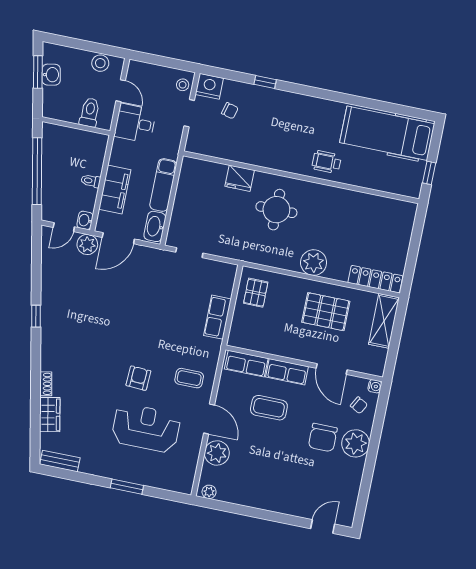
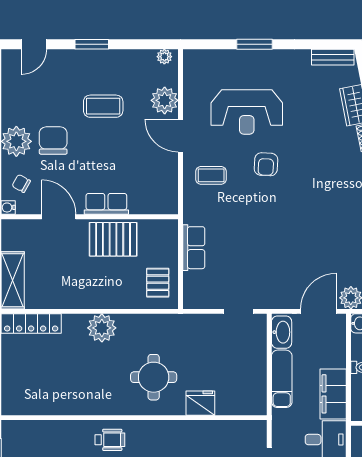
filing cabinet: (115, 189) -> (333, 394), moved
pallet: (326, 312) -> (113, 239), moved
row of seats: (246, 364) -> (152, 204), removed
coffee table: (269, 408) -> (103, 106), moved
window: (271, 516) -> (92, 44), added

